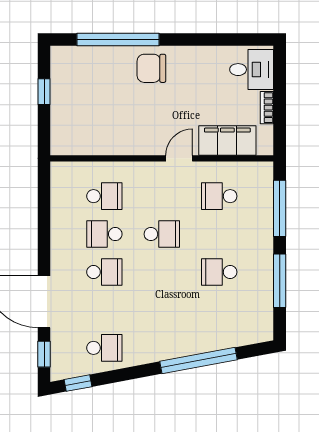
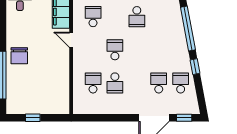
school desk: (219, 196) -> (93, 17), turned 180
school desk: (104, 272) -> (159, 83), moved
window: (78, 383) -> (195, 67), moved

